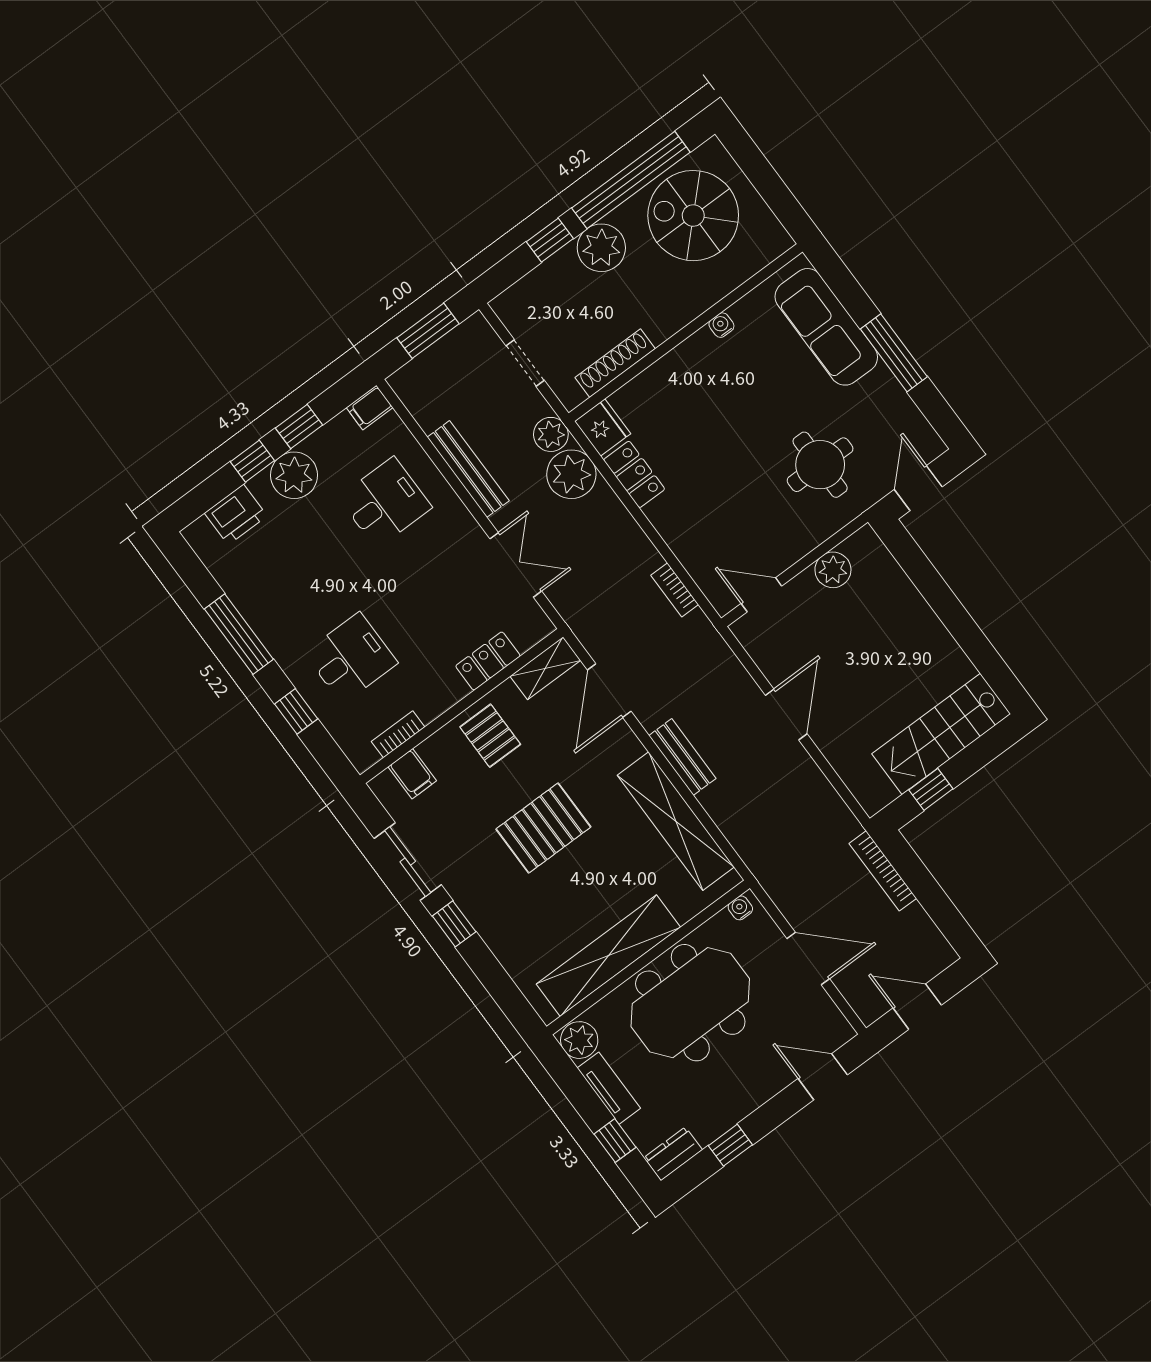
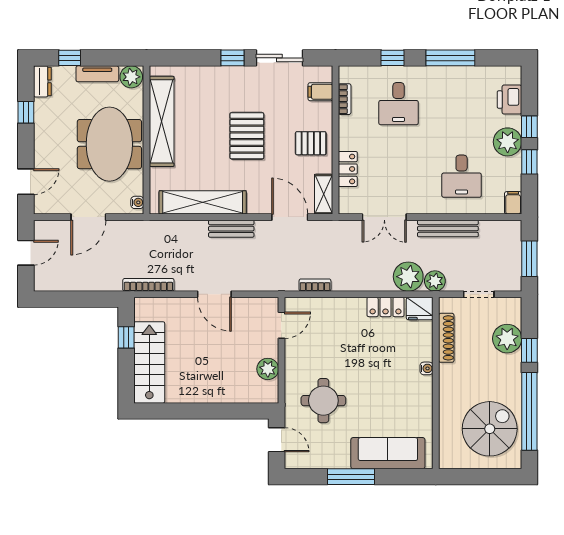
plant: (601, 248) -> (507, 339), moved
water cooler: (721, 325) -> (426, 368), moved
bookcase: (883, 871) -> (148, 285), moved

